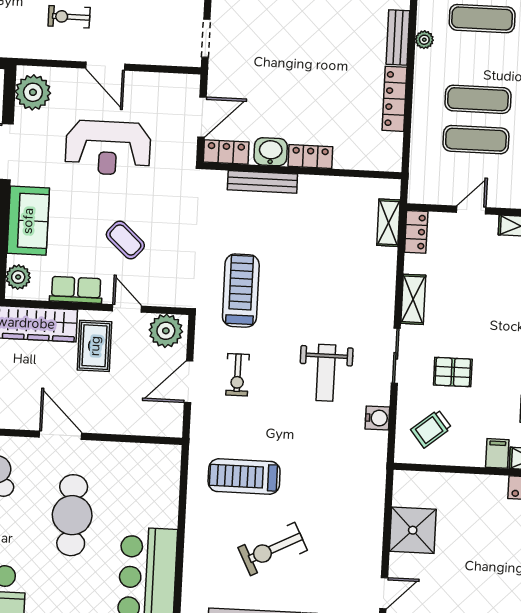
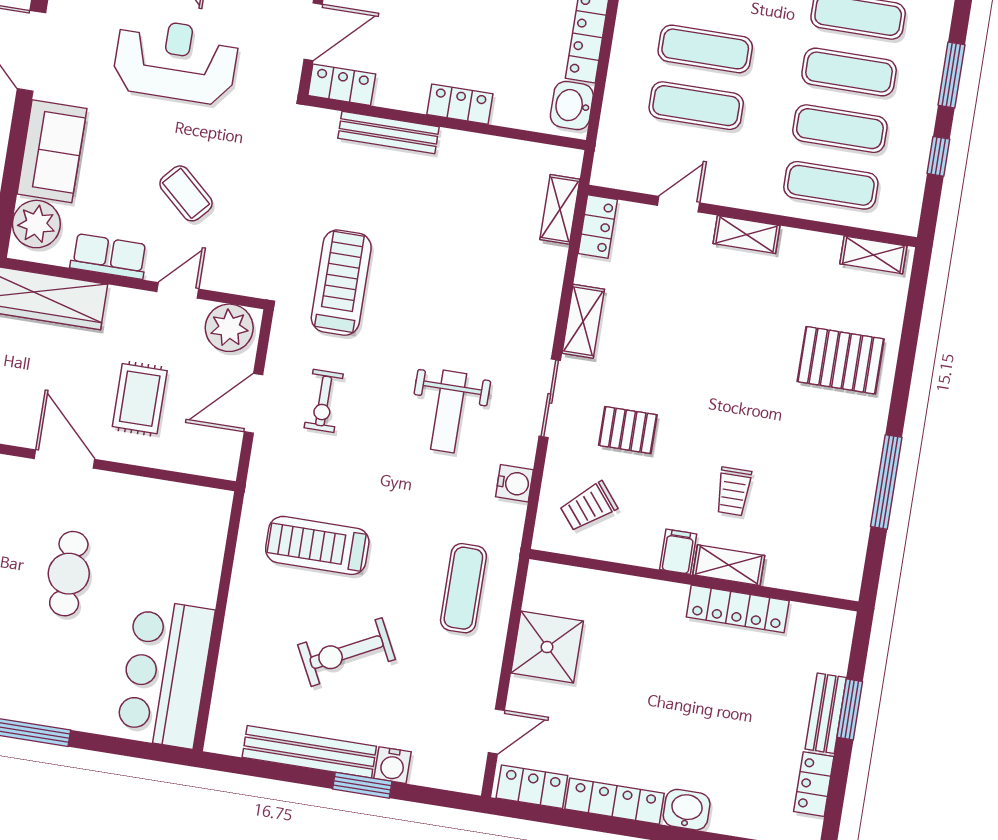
reception desk: (108, 148) -> (176, 61), turned 180
washbasin: (271, 152) -> (572, 105), moved, turned -90
plant: (18, 277) -> (36, 224), width x1.36, depth x1.36
door: (127, 308) -> (178, 290), hinge flipped
rug: (95, 346) -> (140, 399), moved
exercise mat: (350, 495) -> (463, 588), added
cafe table: (72, 515) -> (69, 574), width x0.73, depth x0.74

